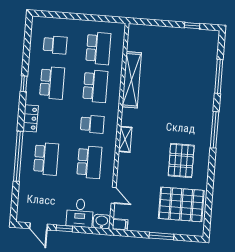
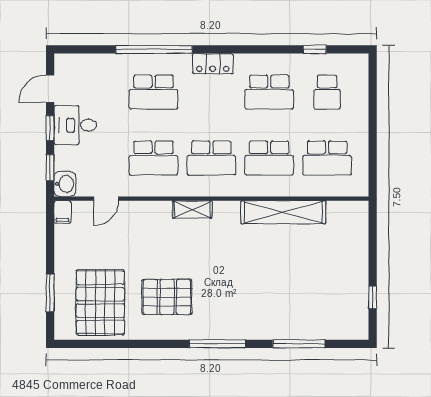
window: (24, 84) -> (315, 49), moved
school desk: (92, 124) -> (211, 158), width x1.85
desk: (80, 213) -> (75, 125), moved
window: (90, 231) -> (50, 168), added
window: (161, 236) -> (50, 293), moved

